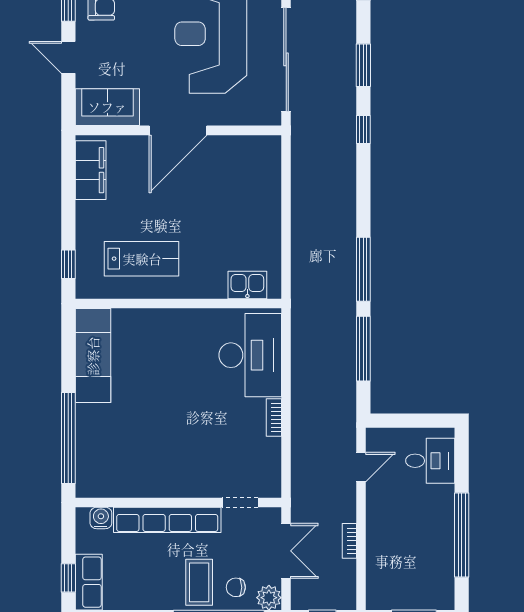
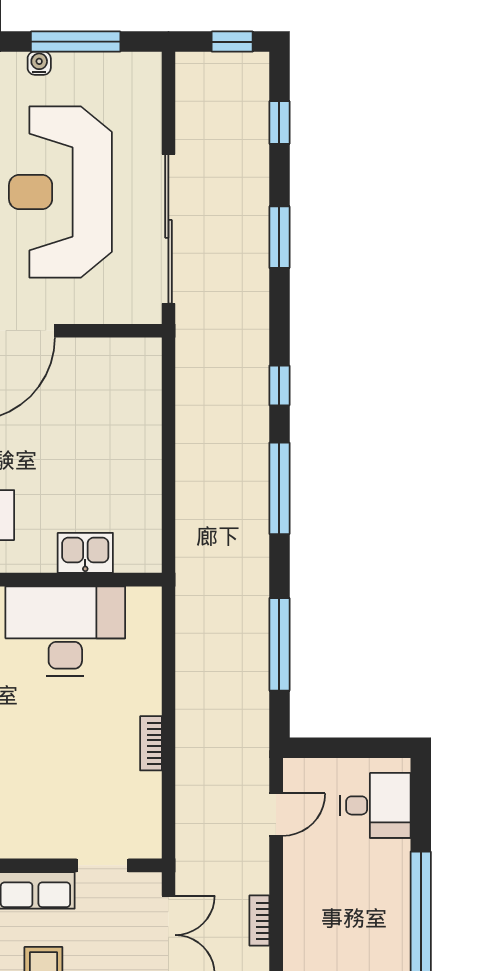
window: (363, 130) -> (279, 385), moved
window: (363, 269) -> (279, 488), moved
kitchen sink: (247, 285) -> (85, 553), moved
desk: (250, 355) -> (65, 631), moved, turned -90

